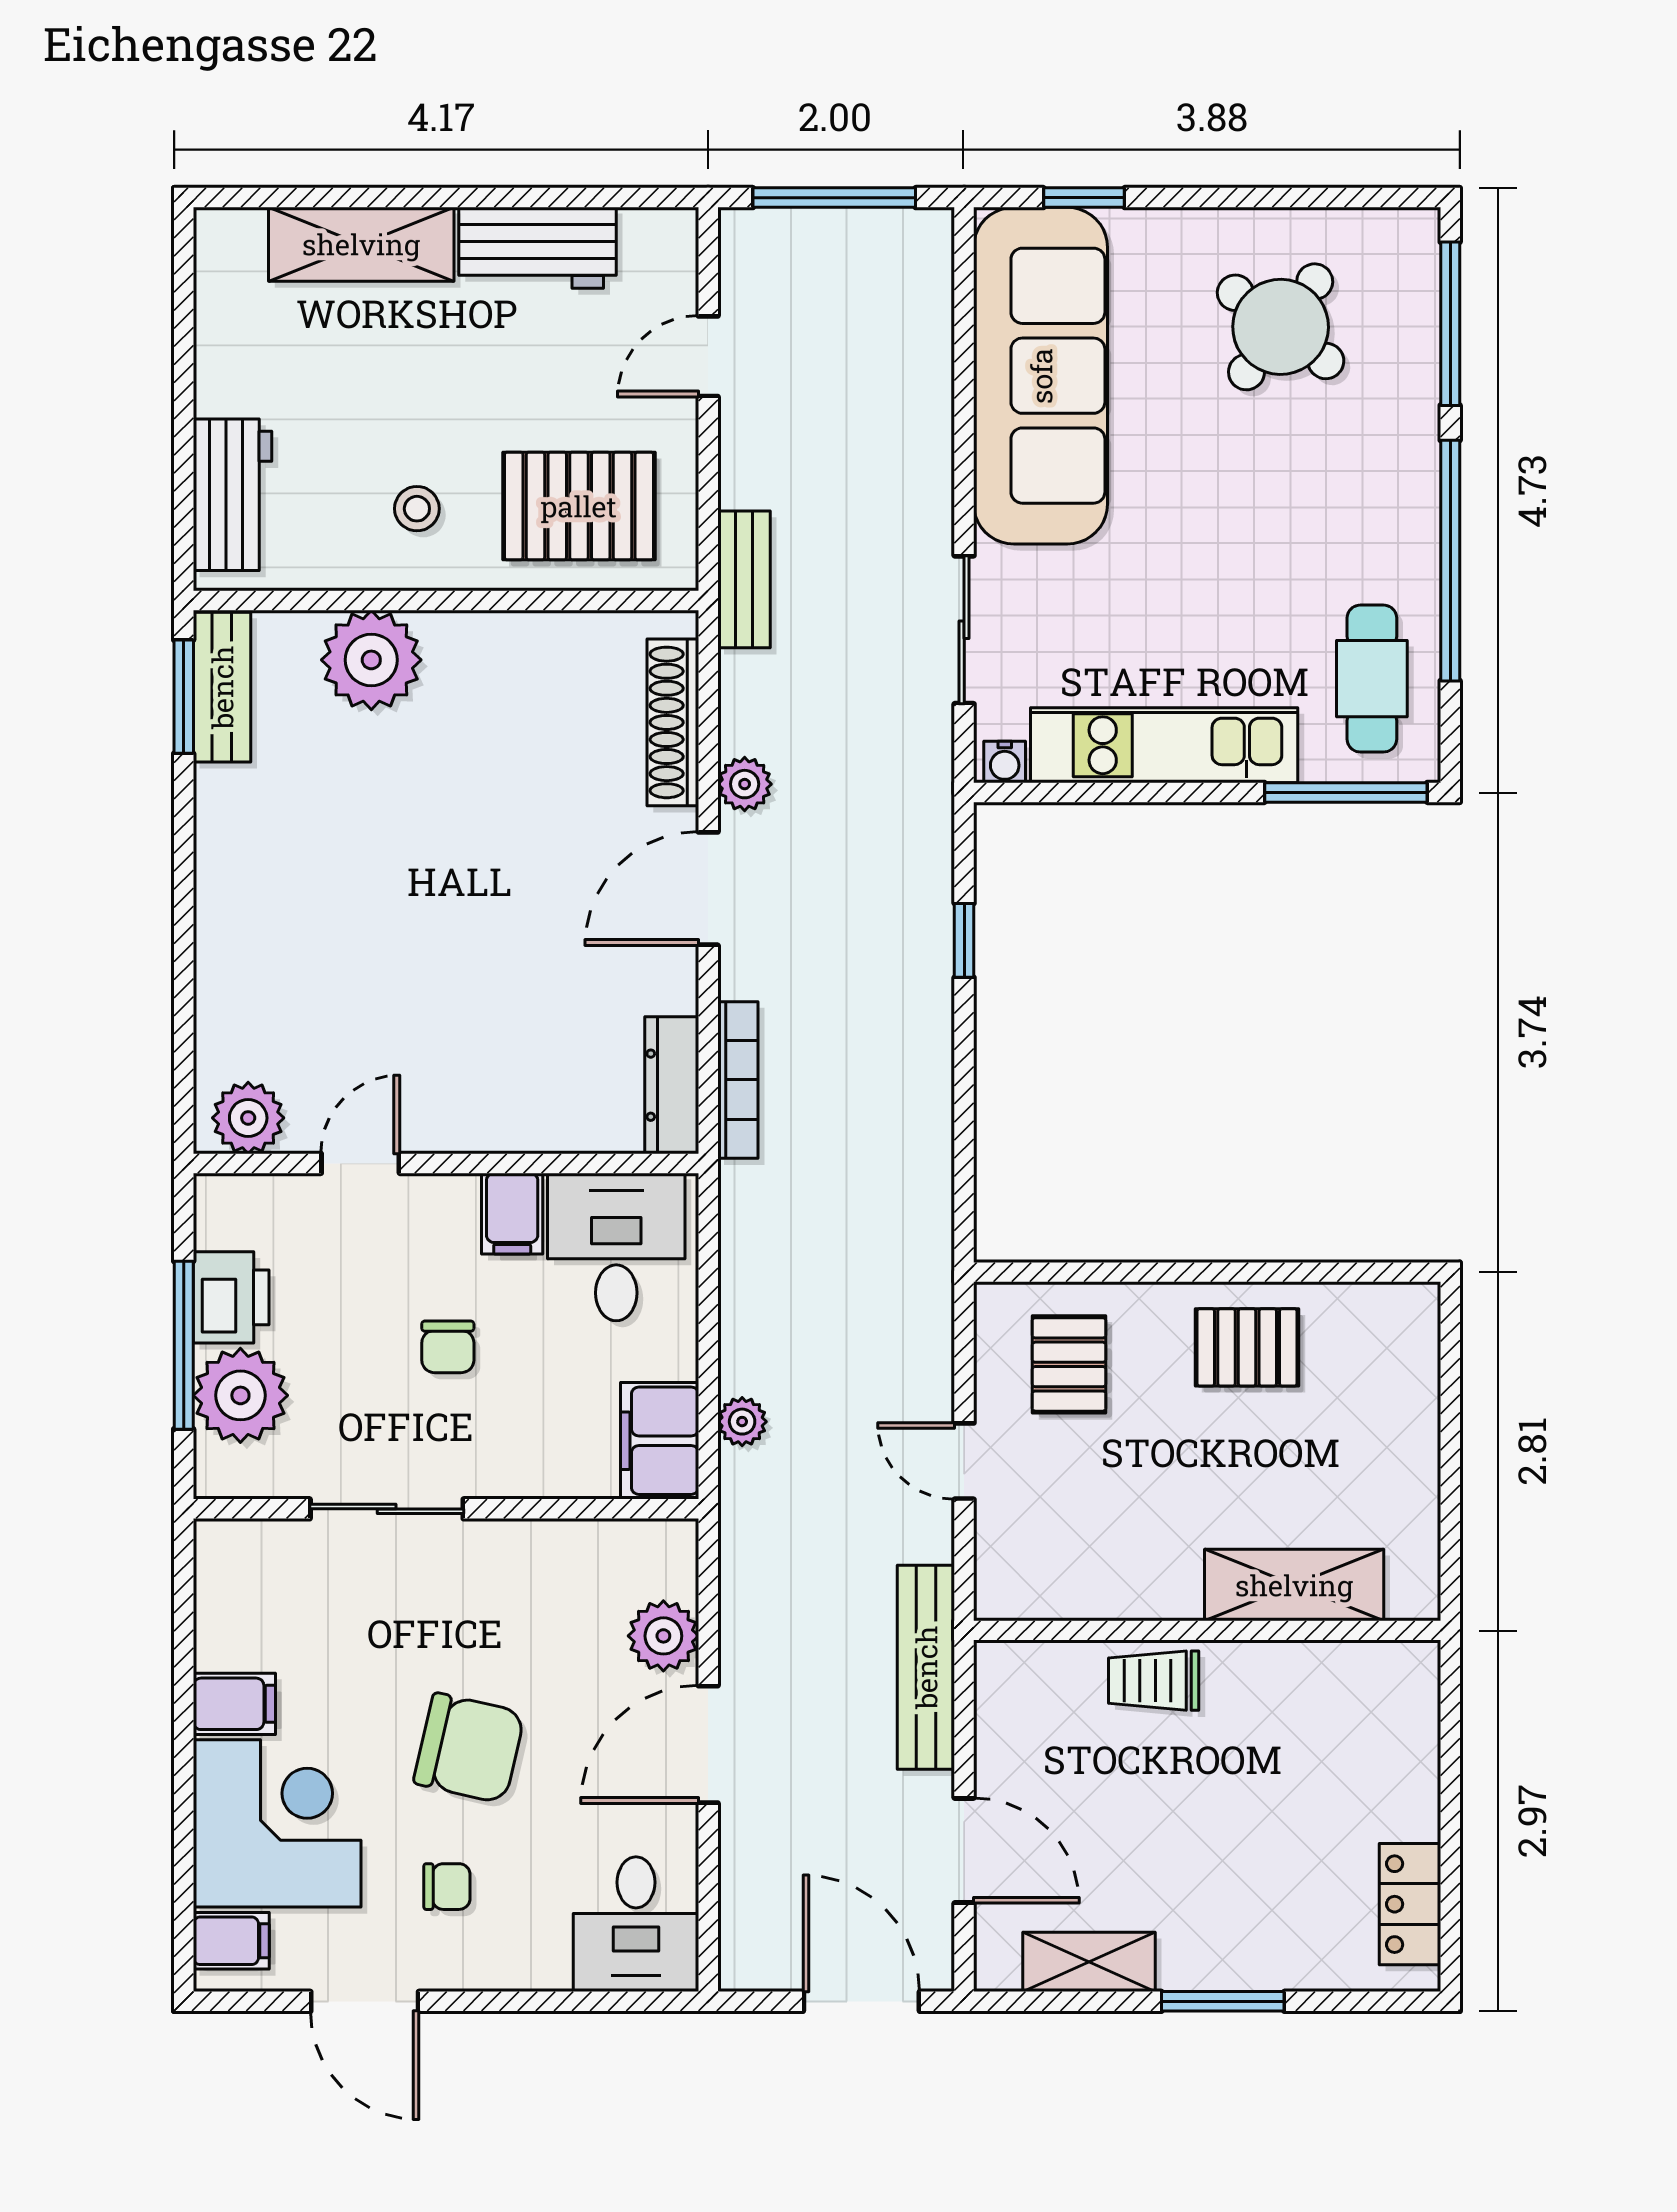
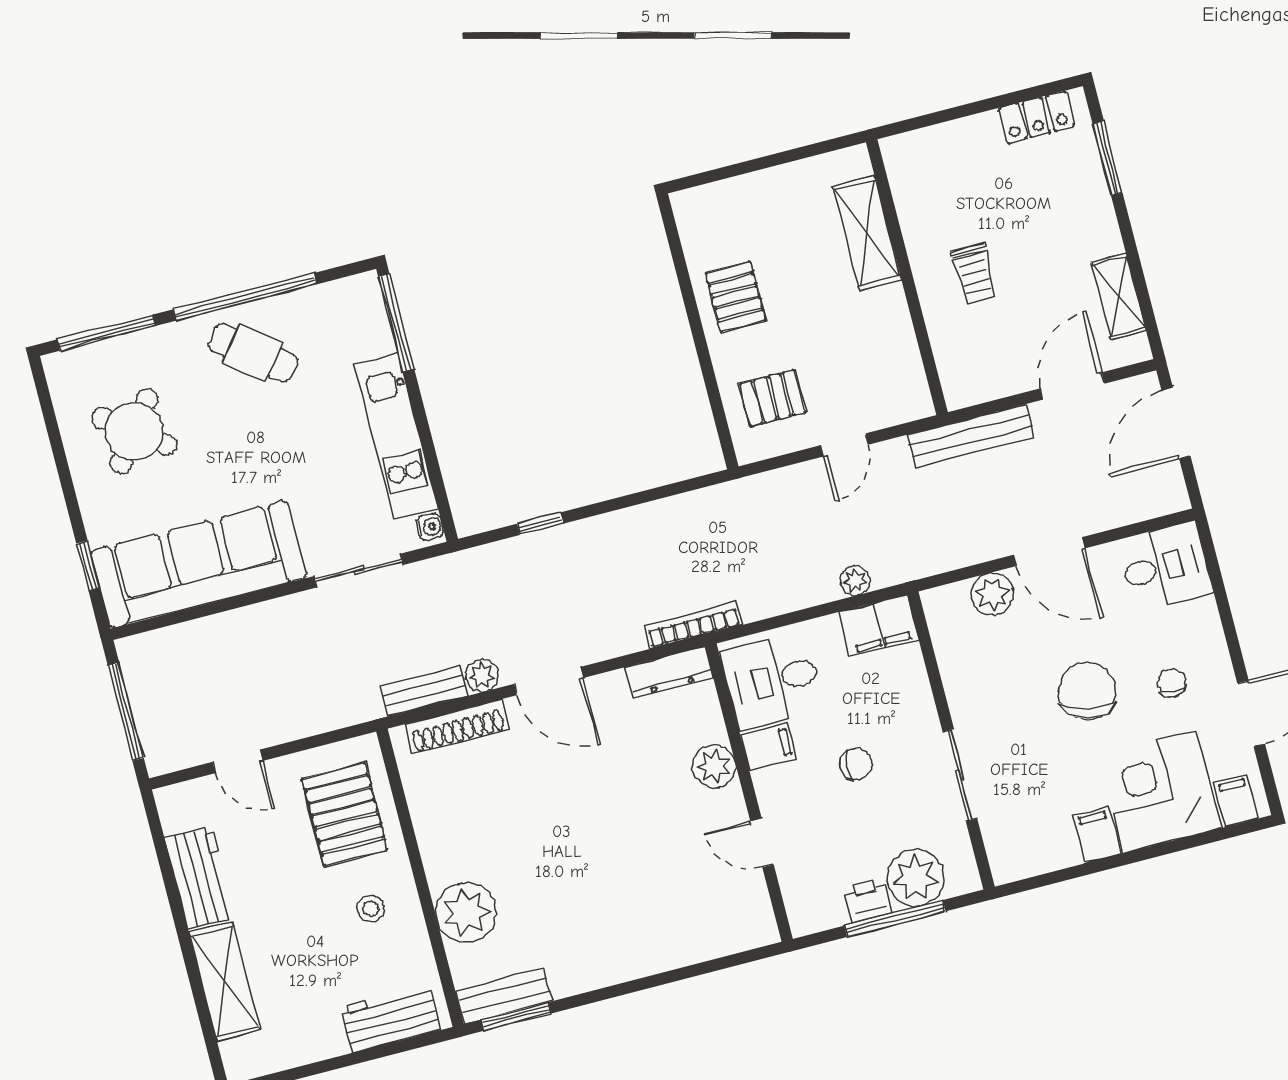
bench: (744, 579) -> (424, 691), moved
cafe table: (1372, 679) -> (253, 353), moved, turned 38
bookcase: (738, 1080) -> (693, 625), moved
plant: (248, 1118) -> (714, 766), moved
printer: (231, 1297) -> (868, 900), width x0.73, depth x0.81
trolley: (1154, 1681) -> (974, 274), moved
window: (1223, 2001) -> (1108, 158), moved

